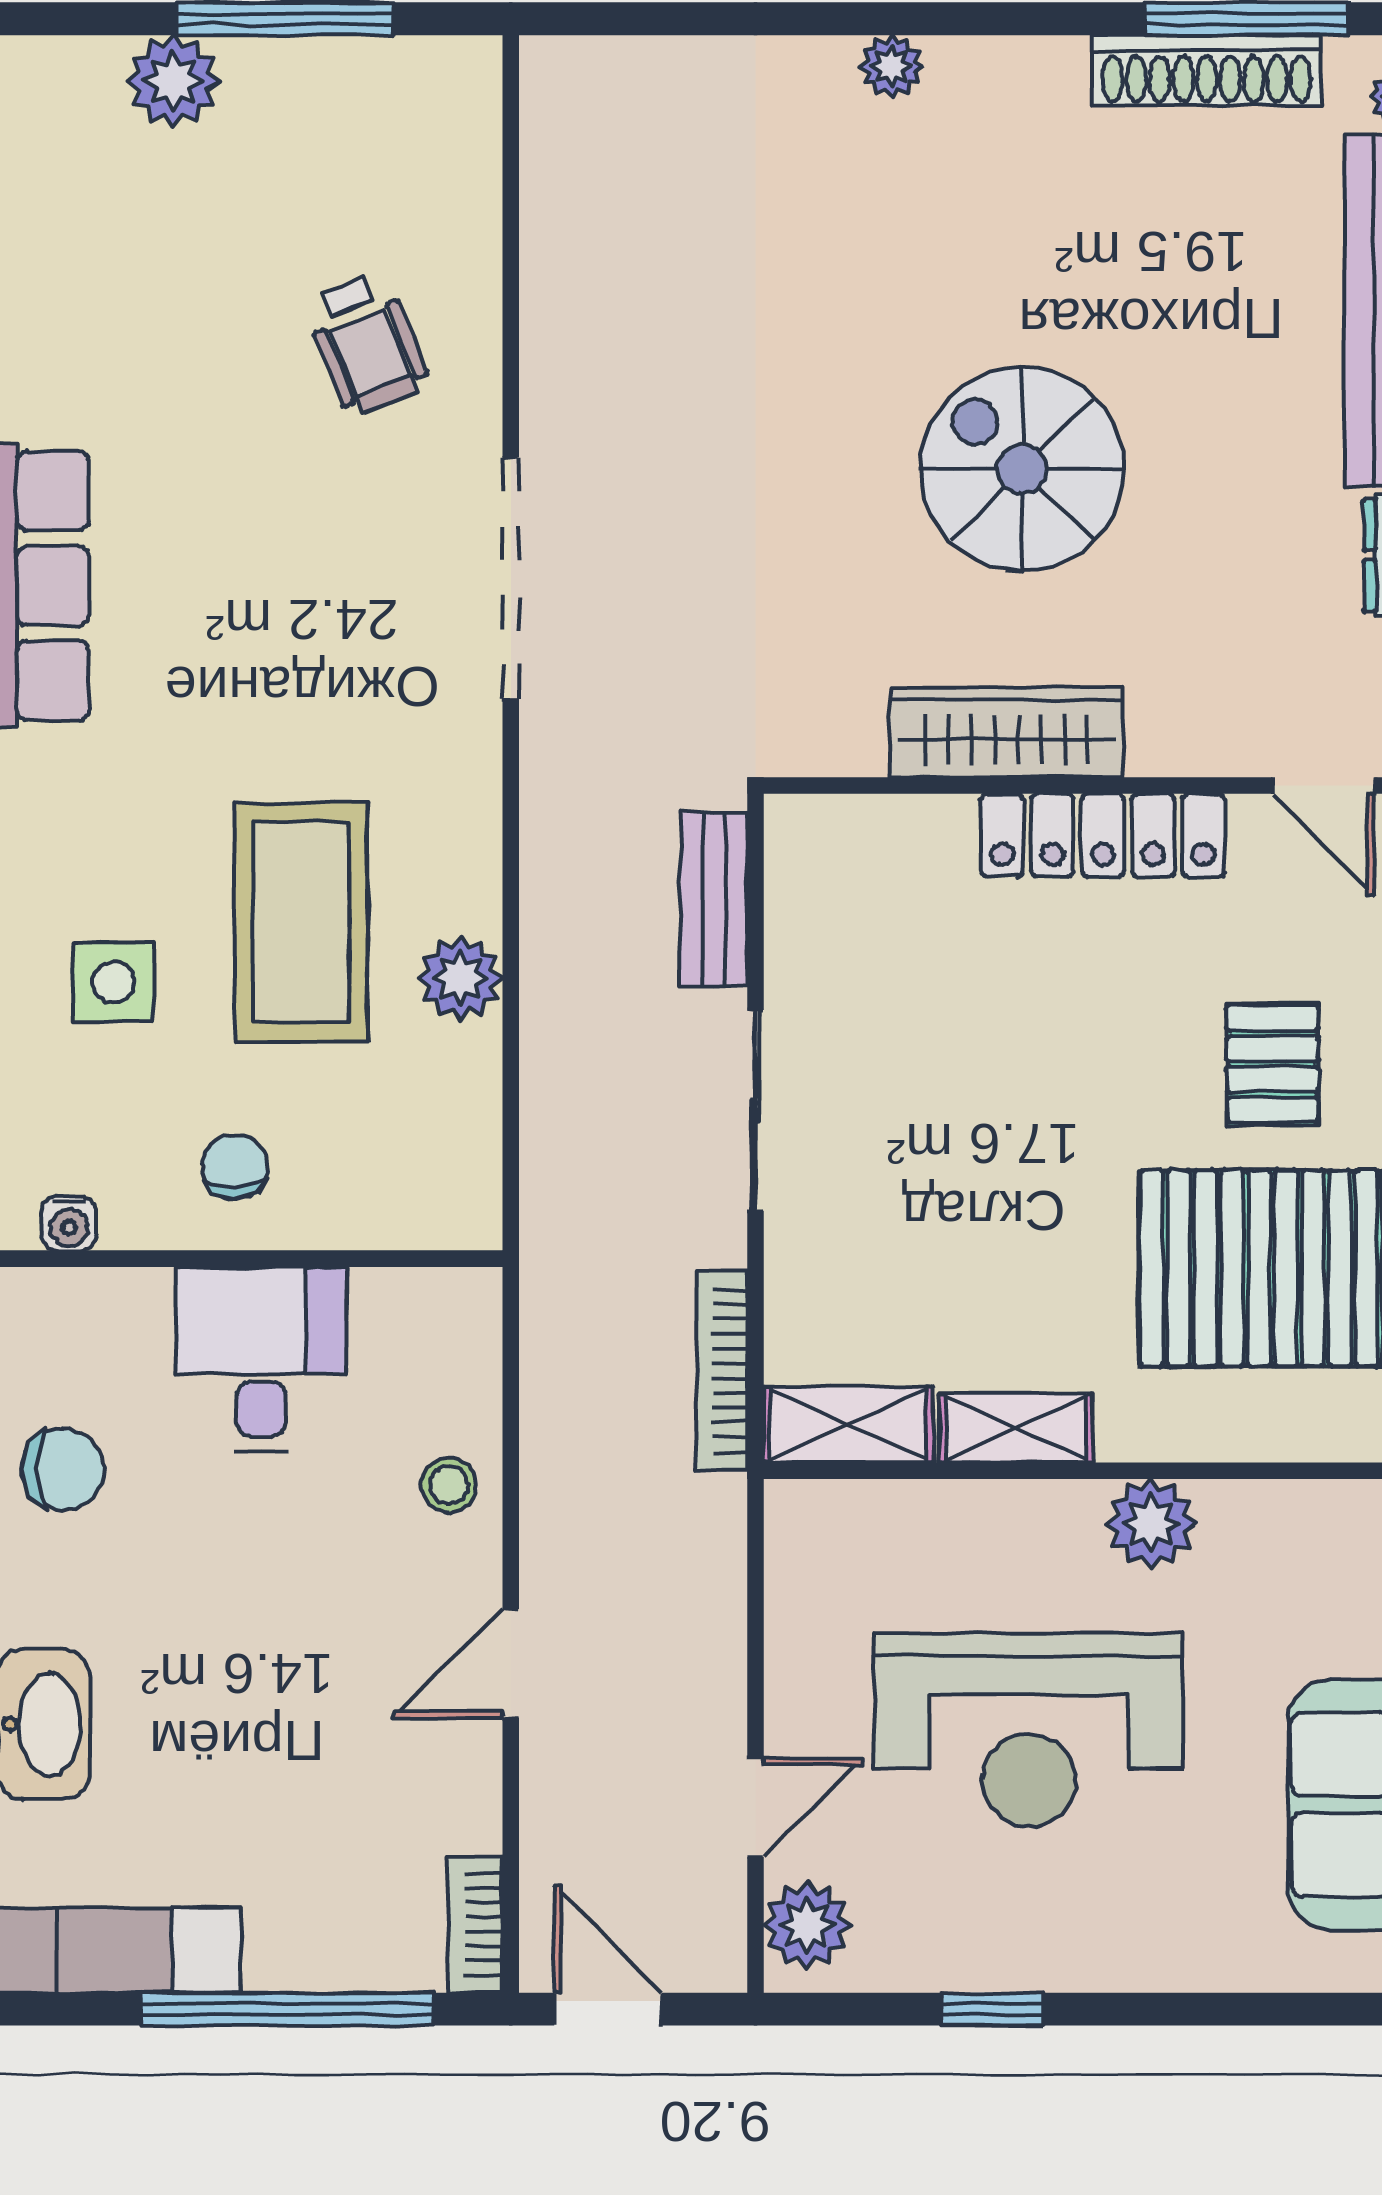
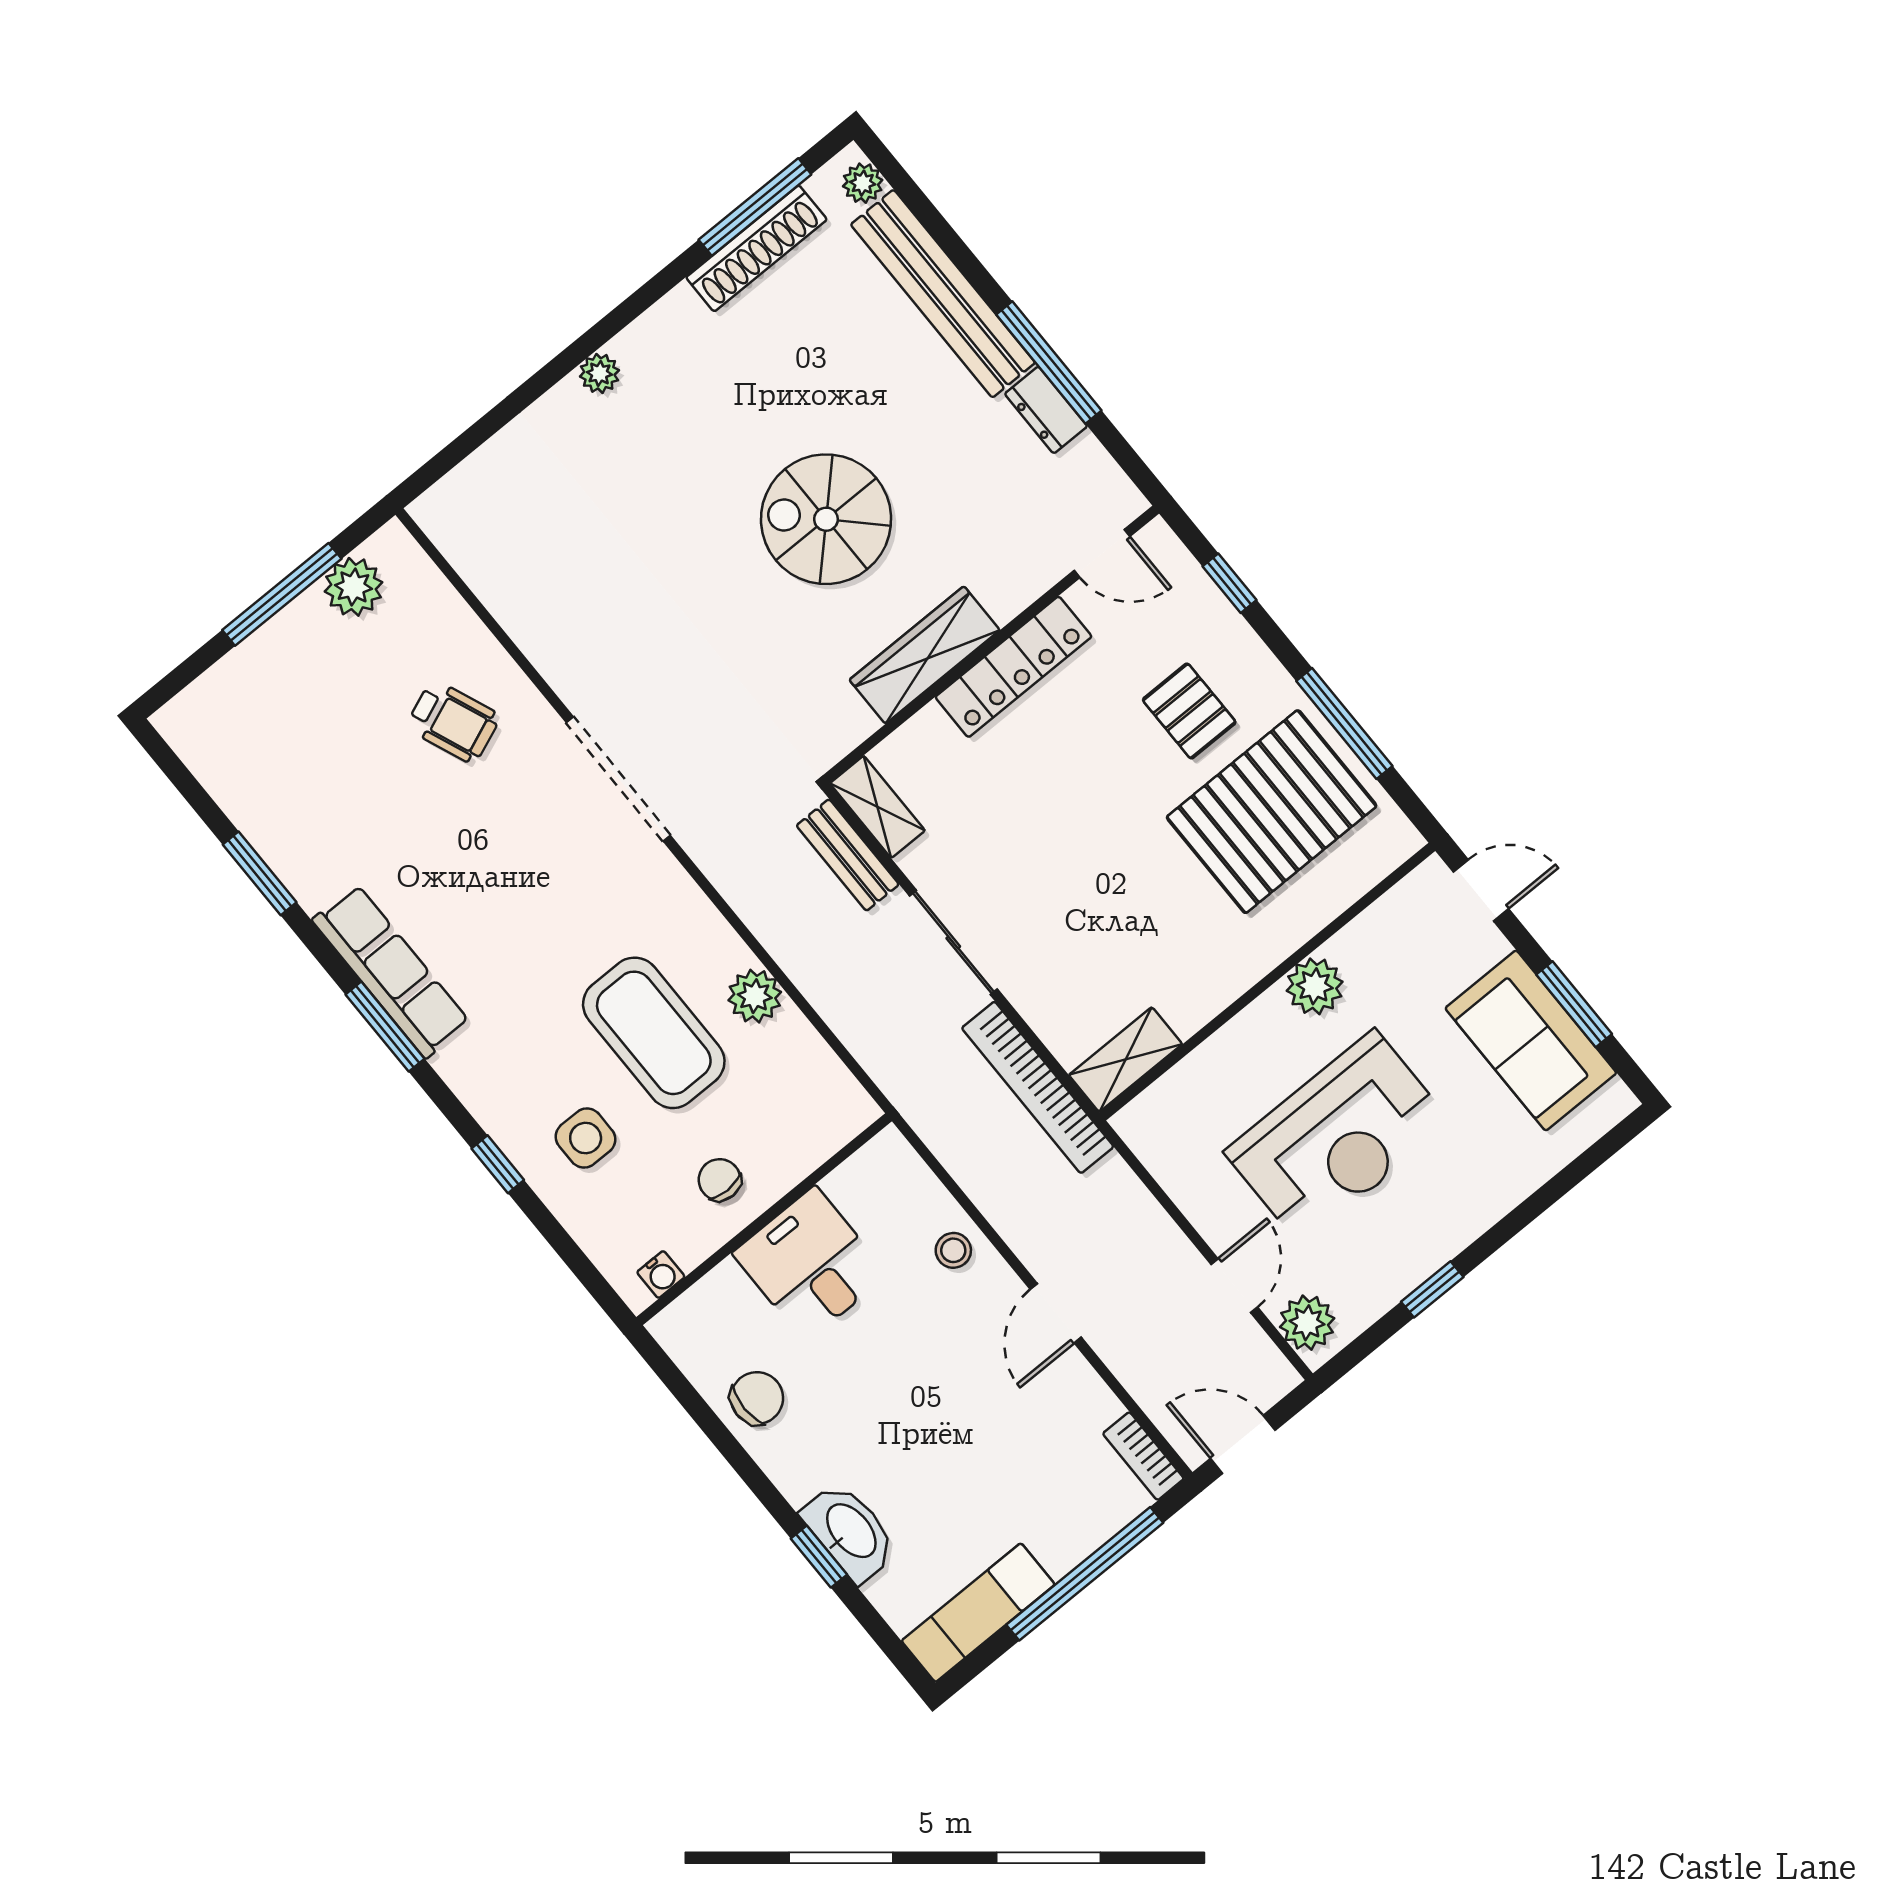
plant: (173, 81) -> (354, 587), moved
bookcase: (722, 1371) -> (1038, 1087), width x1.48, depth x1.31
shelving: (1016, 1428) -> (877, 807), moved, turned 90

